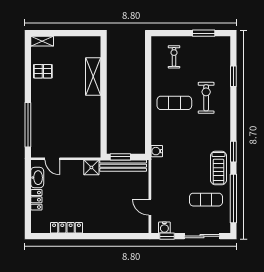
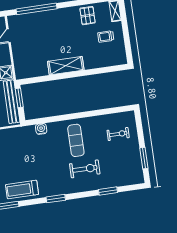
trolley: (68, 55) -> (106, 37), added
shelving: (93, 77) -> (66, 66), moved
water cooler: (157, 151) -> (41, 129), moved
window: (233, 152) -> (56, 199), moved

